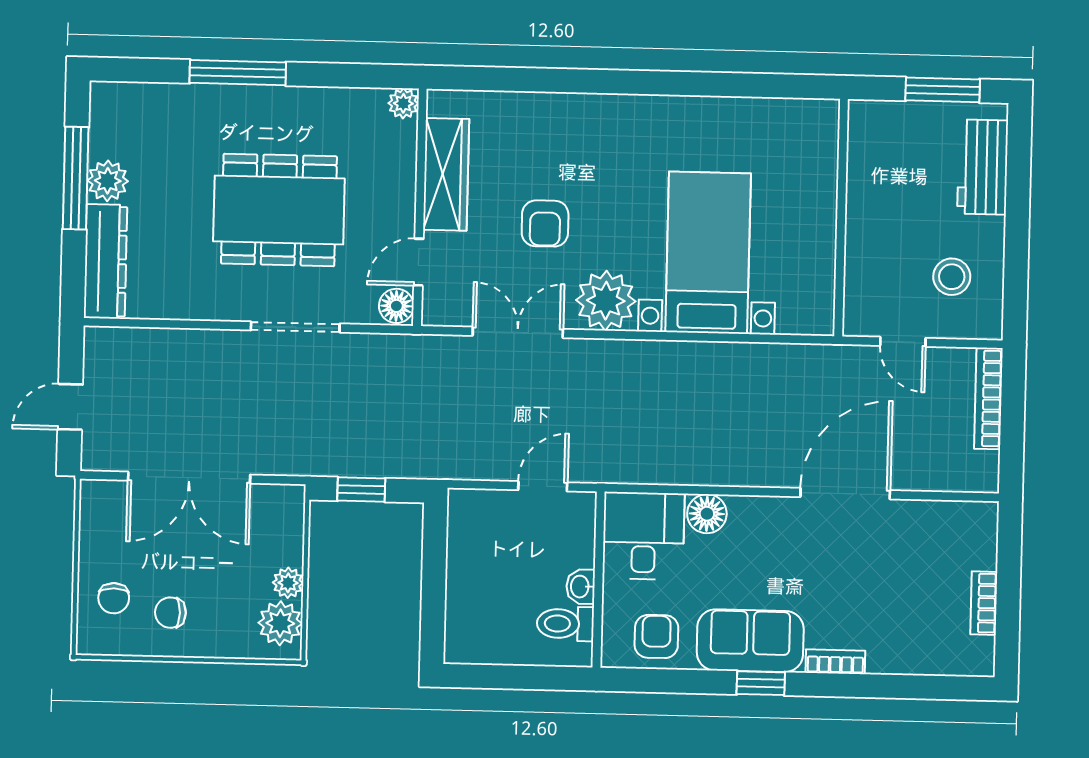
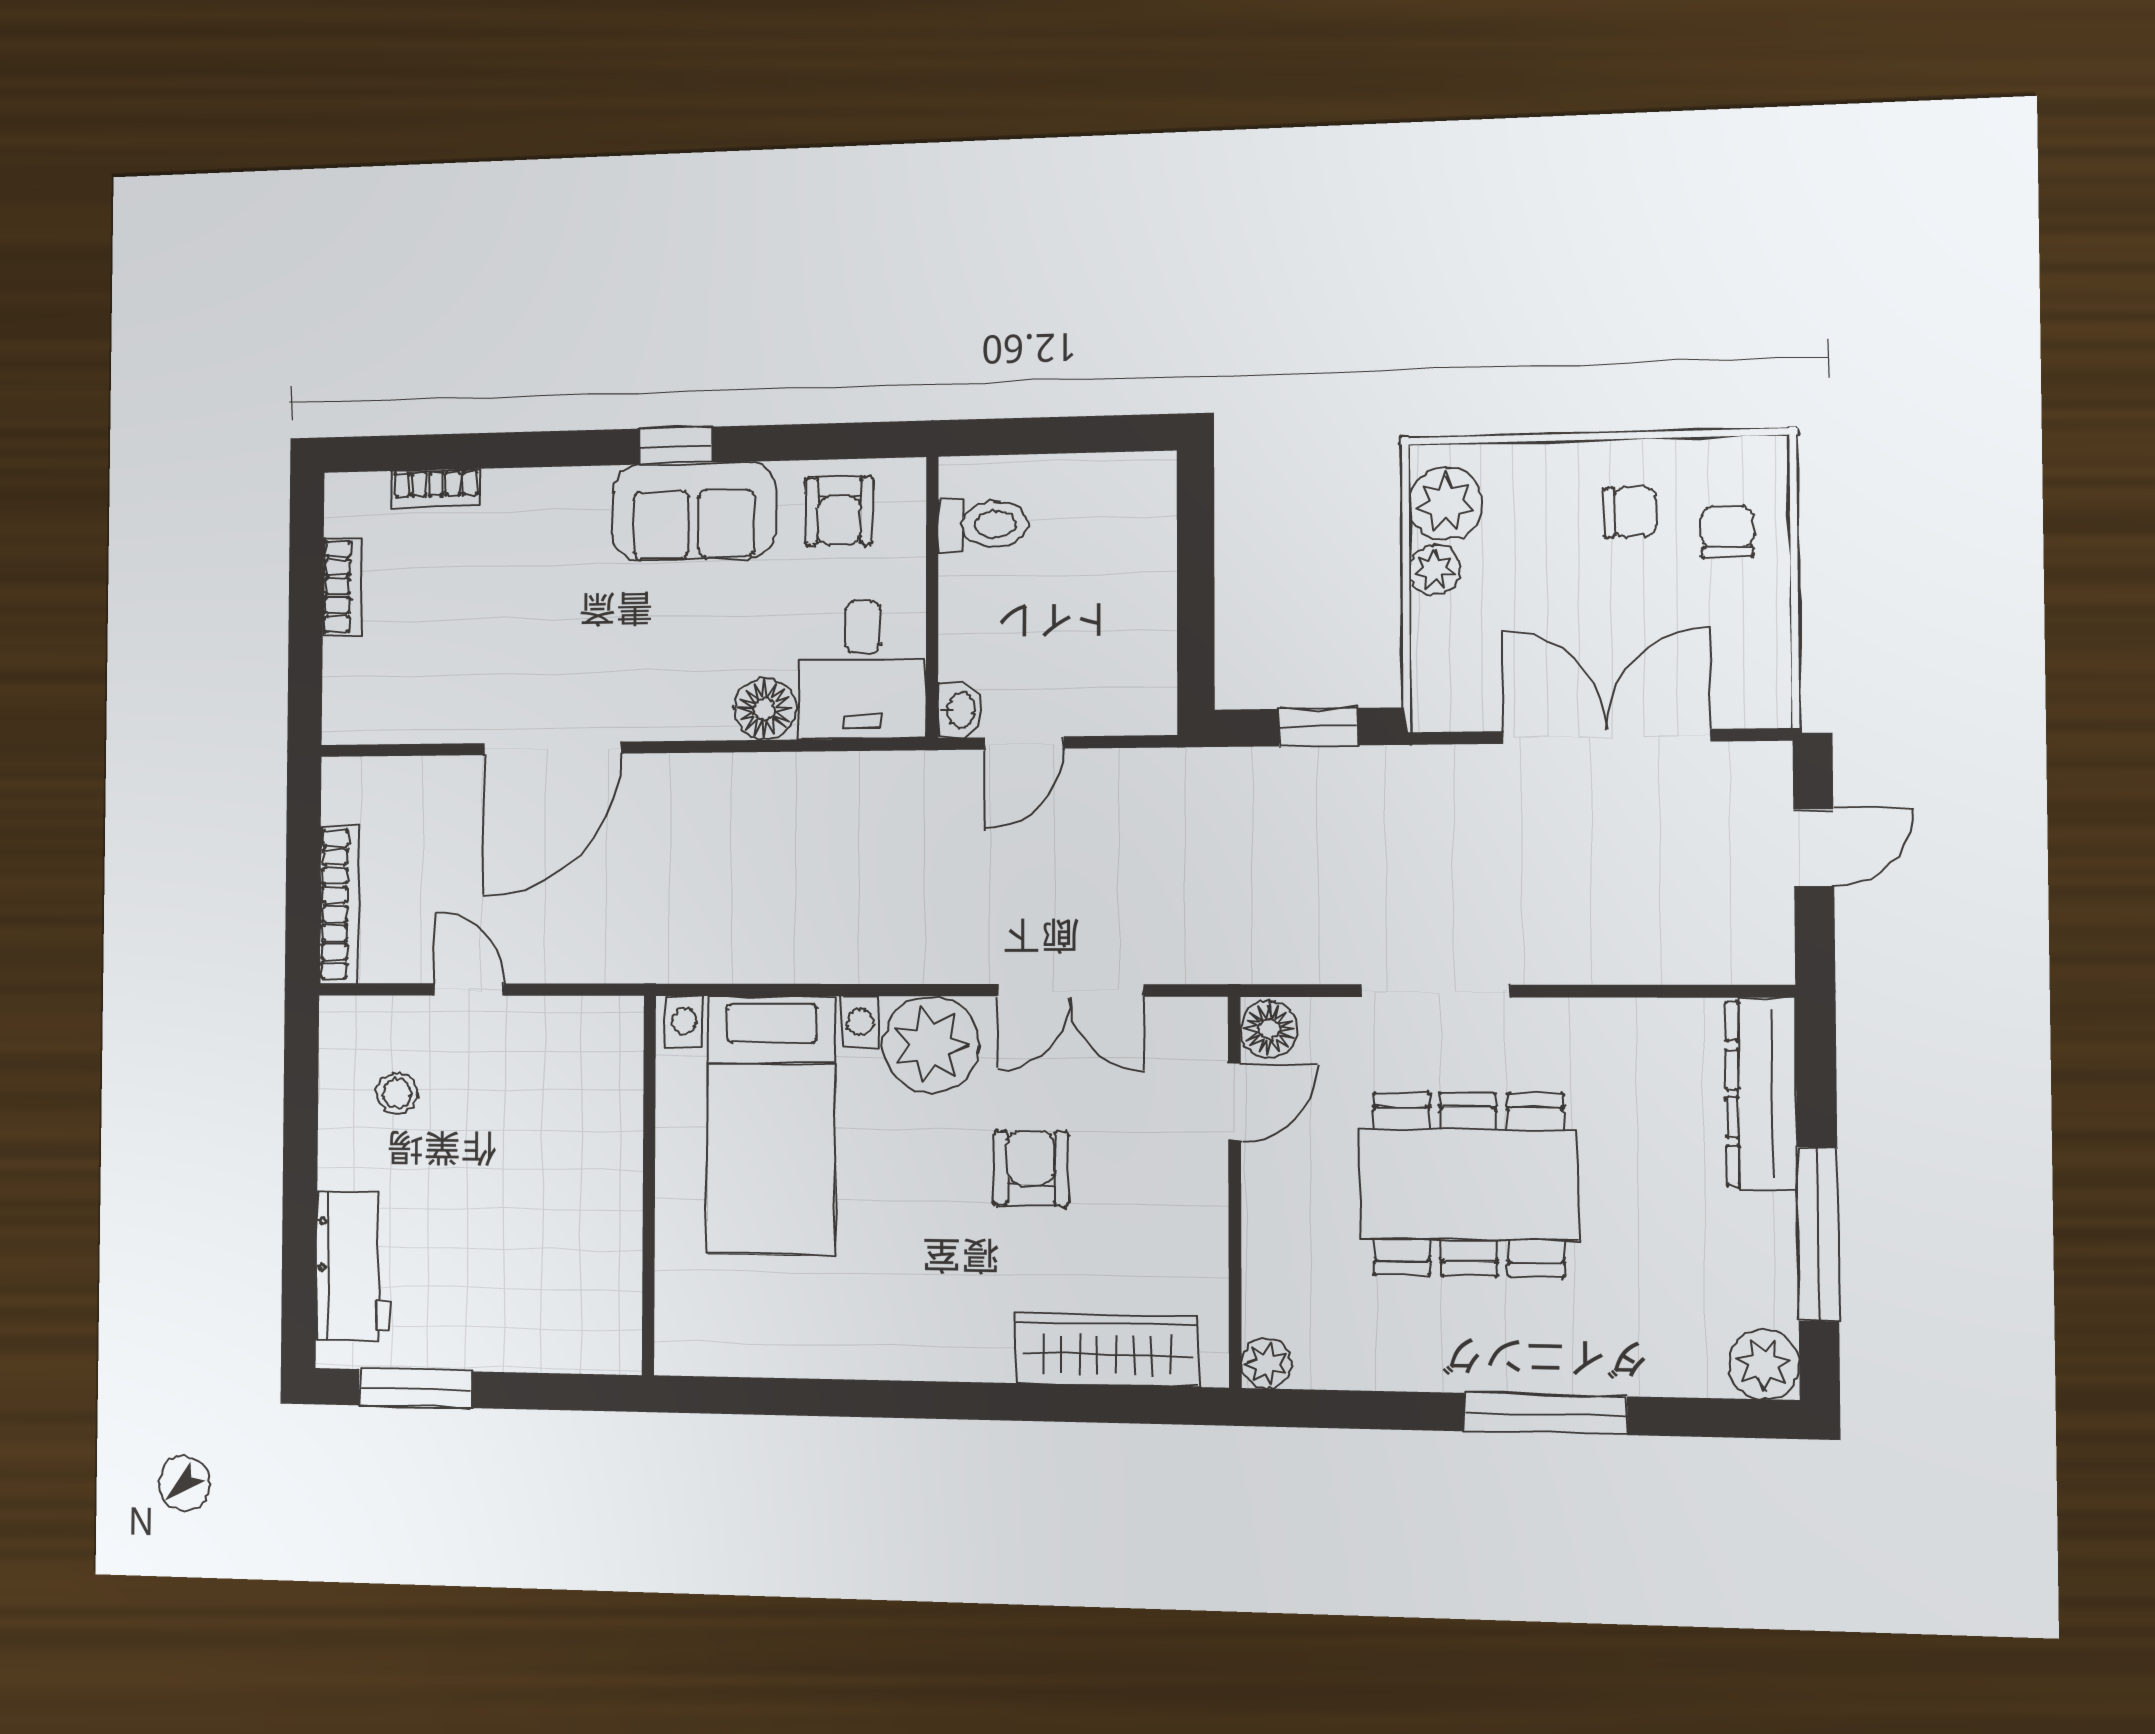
wardrobe: (446, 174) -> (1107, 1350), moved, turned 90
plant: (108, 181) -> (1764, 1364), moved
wall: (841, 218) -> (649, 1185), moved
stool: (952, 277) -> (397, 1093), width x0.73, depth x0.73
washbasin: (581, 587) -> (960, 710), moved
bookcase: (835, 662) -> (436, 488), moved

